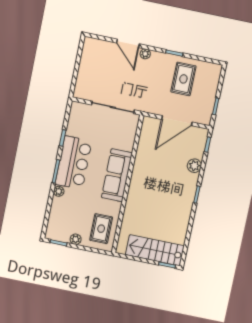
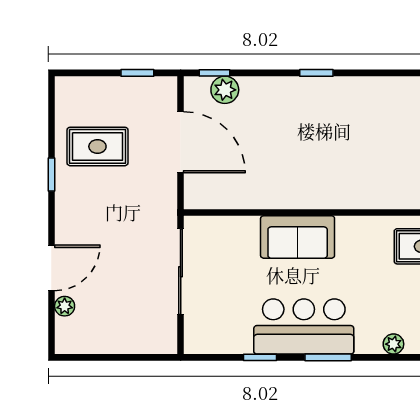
plant: (145, 54) -> (65, 306), moved
plant: (194, 166) -> (225, 90), moved
sofa: (117, 175) -> (298, 237), width x0.73
plant: (59, 191) -> (393, 344), moved

